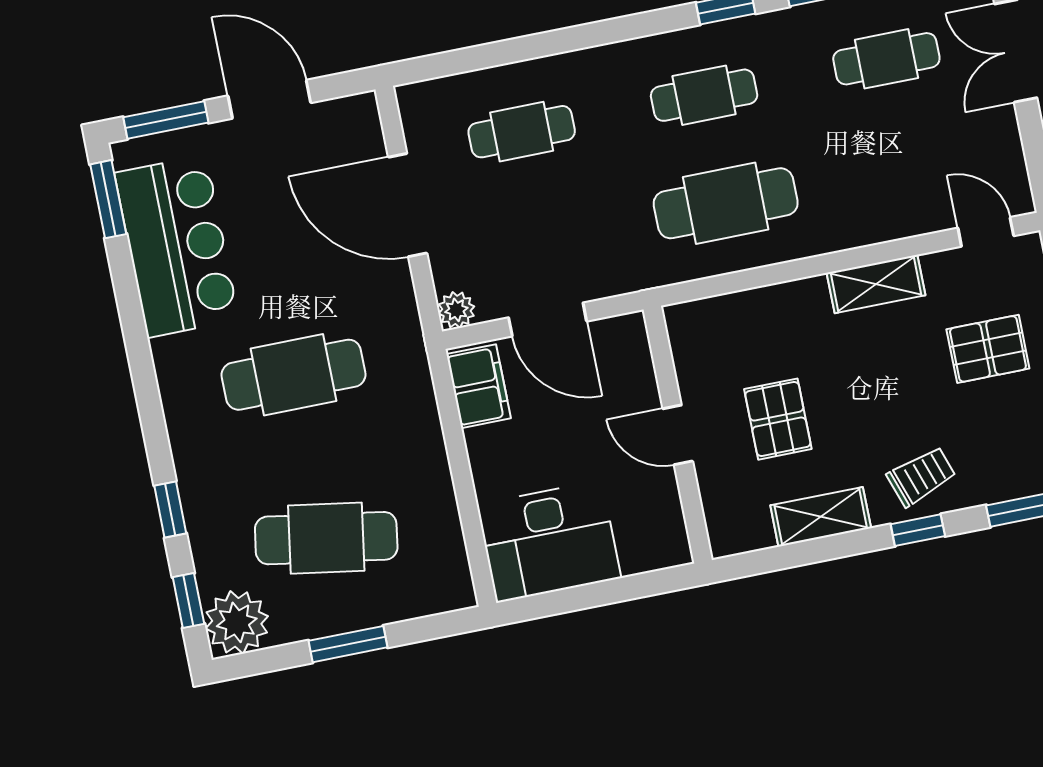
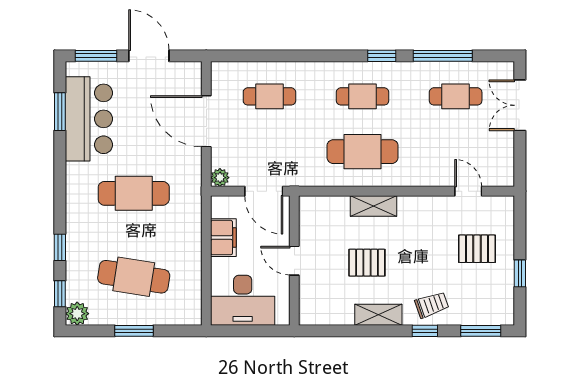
window: (108, 199) -> (60, 112), moved
door: (986, 232) -> (468, 191), moved
shelving: (876, 284) -> (373, 206), moved
filing cabinet: (479, 386) -> (223, 238), moved
pallet: (778, 419) -> (367, 263), turned 90
door: (678, 435) -> (294, 261), moved
wall: (678, 435) -> (294, 260), moved
plant: (237, 622) -> (77, 314), width x0.73, depth x0.73

